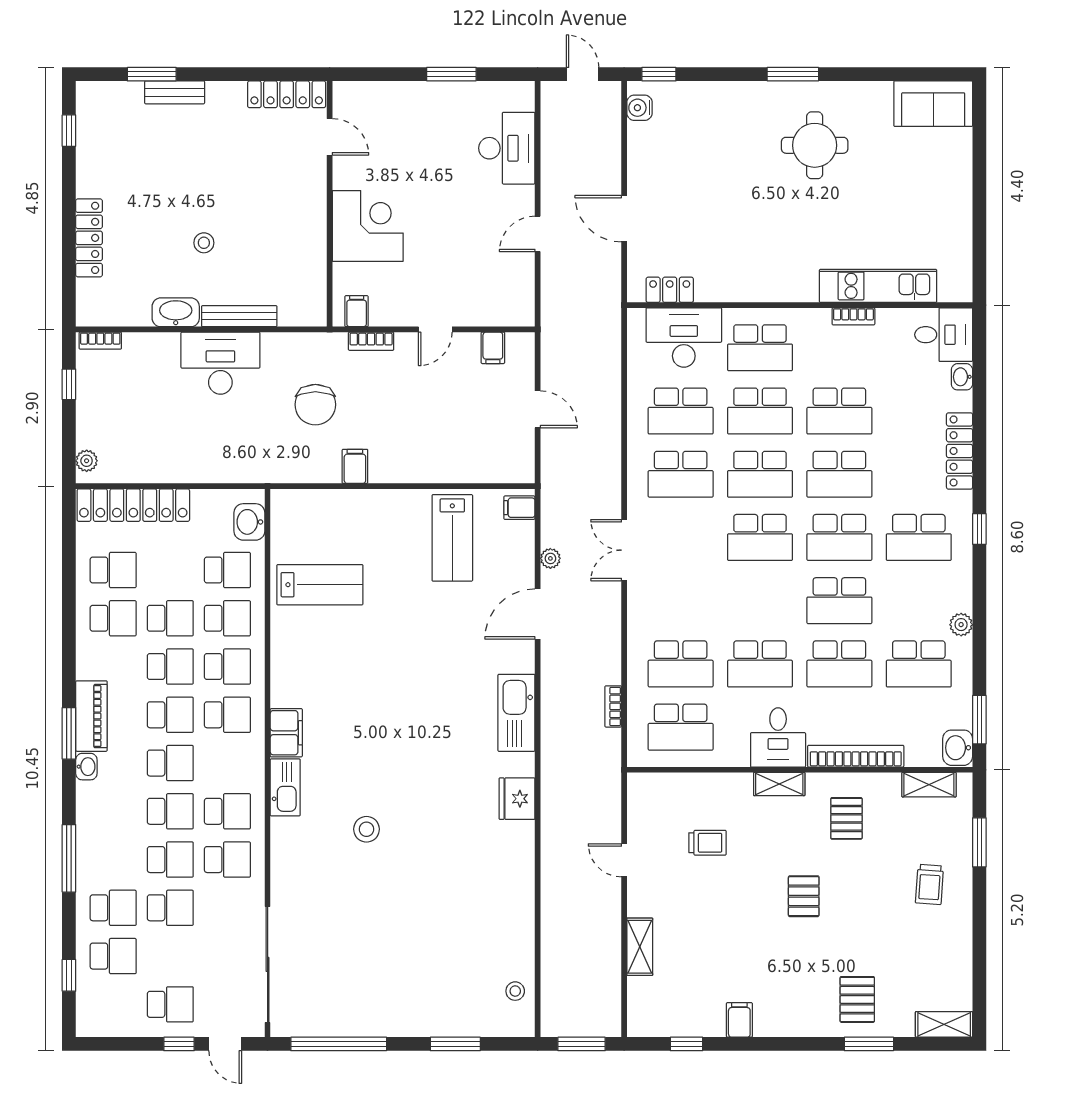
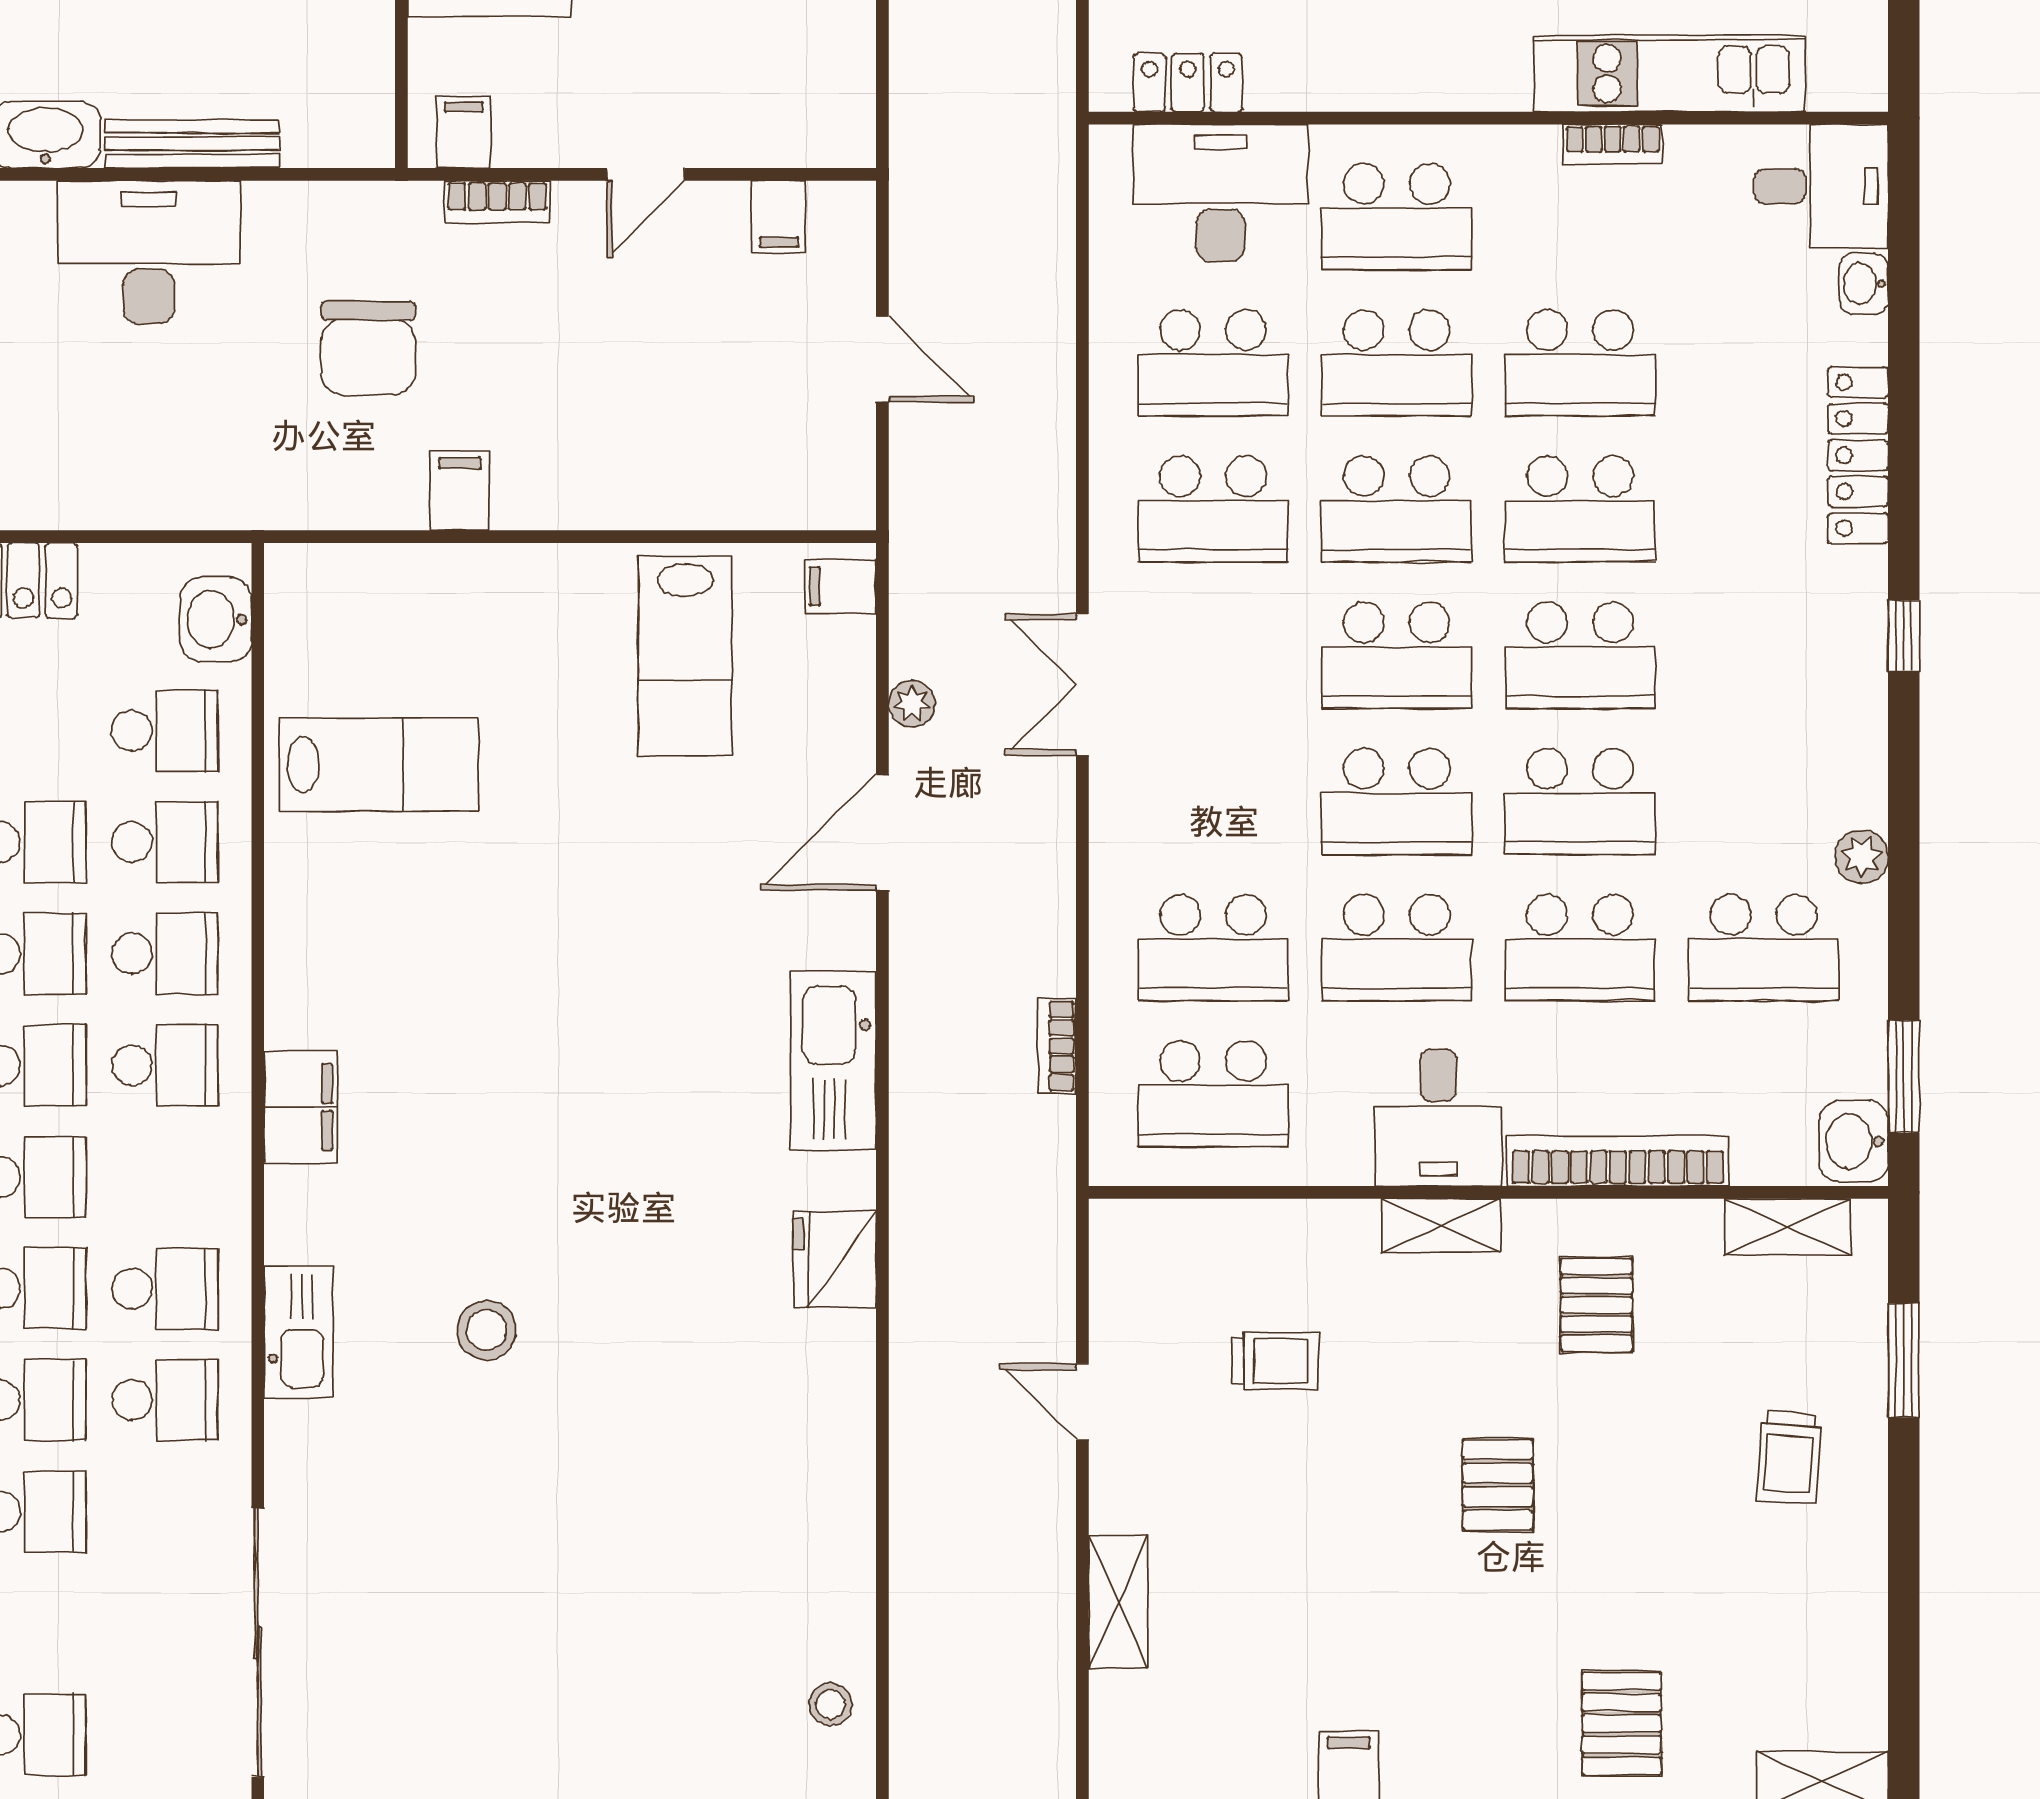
school desk: (919, 537) -> (1397, 801), moved
kitchen sink: (285, 787) -> (299, 1332), moved

